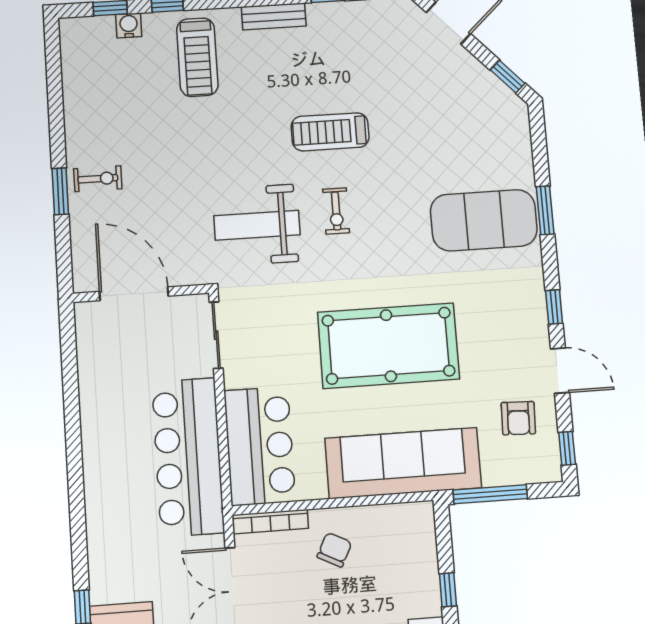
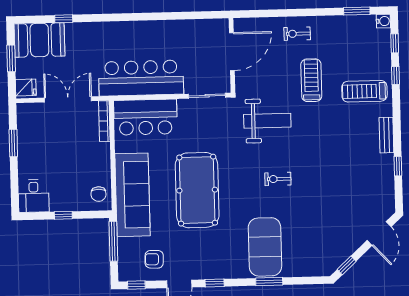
water cooler: (129, 25) -> (383, 21), moved
treadmill: (330, 132) -> (311, 80), moved
exercise bike: (98, 179) -> (297, 34), turned 90
window: (60, 191) -> (357, 11), moved
exercise bike: (336, 211) -> (278, 179), moved
weight bench: (257, 225) -> (267, 121), turned 90
chair: (334, 550) -> (98, 194), moved, turned 63

